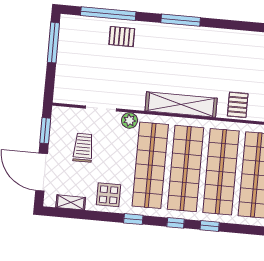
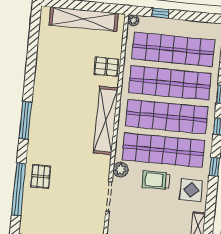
trolley: (83, 148) -> (156, 180), moved

